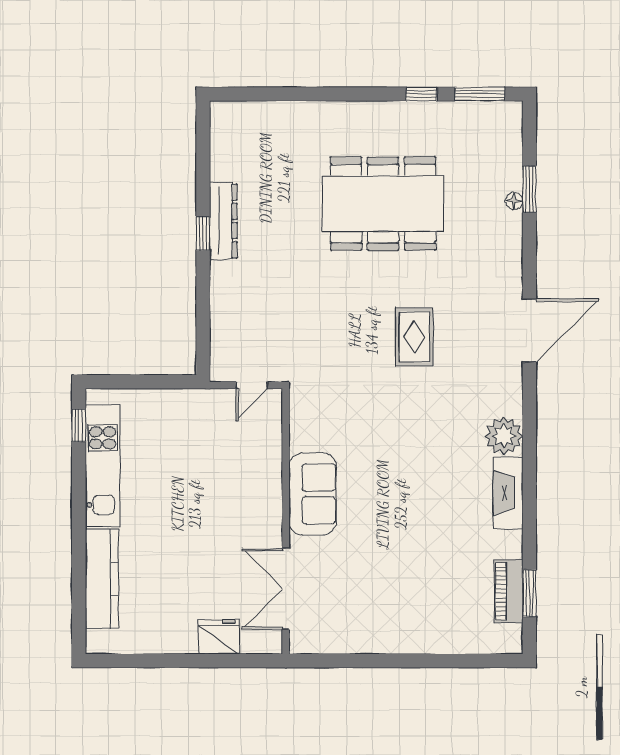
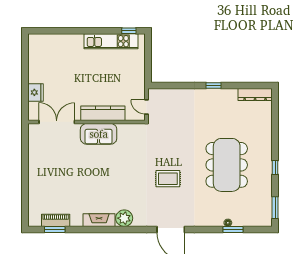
window: (421, 94) -> (275, 167), moved
dresser: (223, 221) -> (255, 94), moved
kitchen counter: (102, 579) -> (103, 113), moved, turned 180

